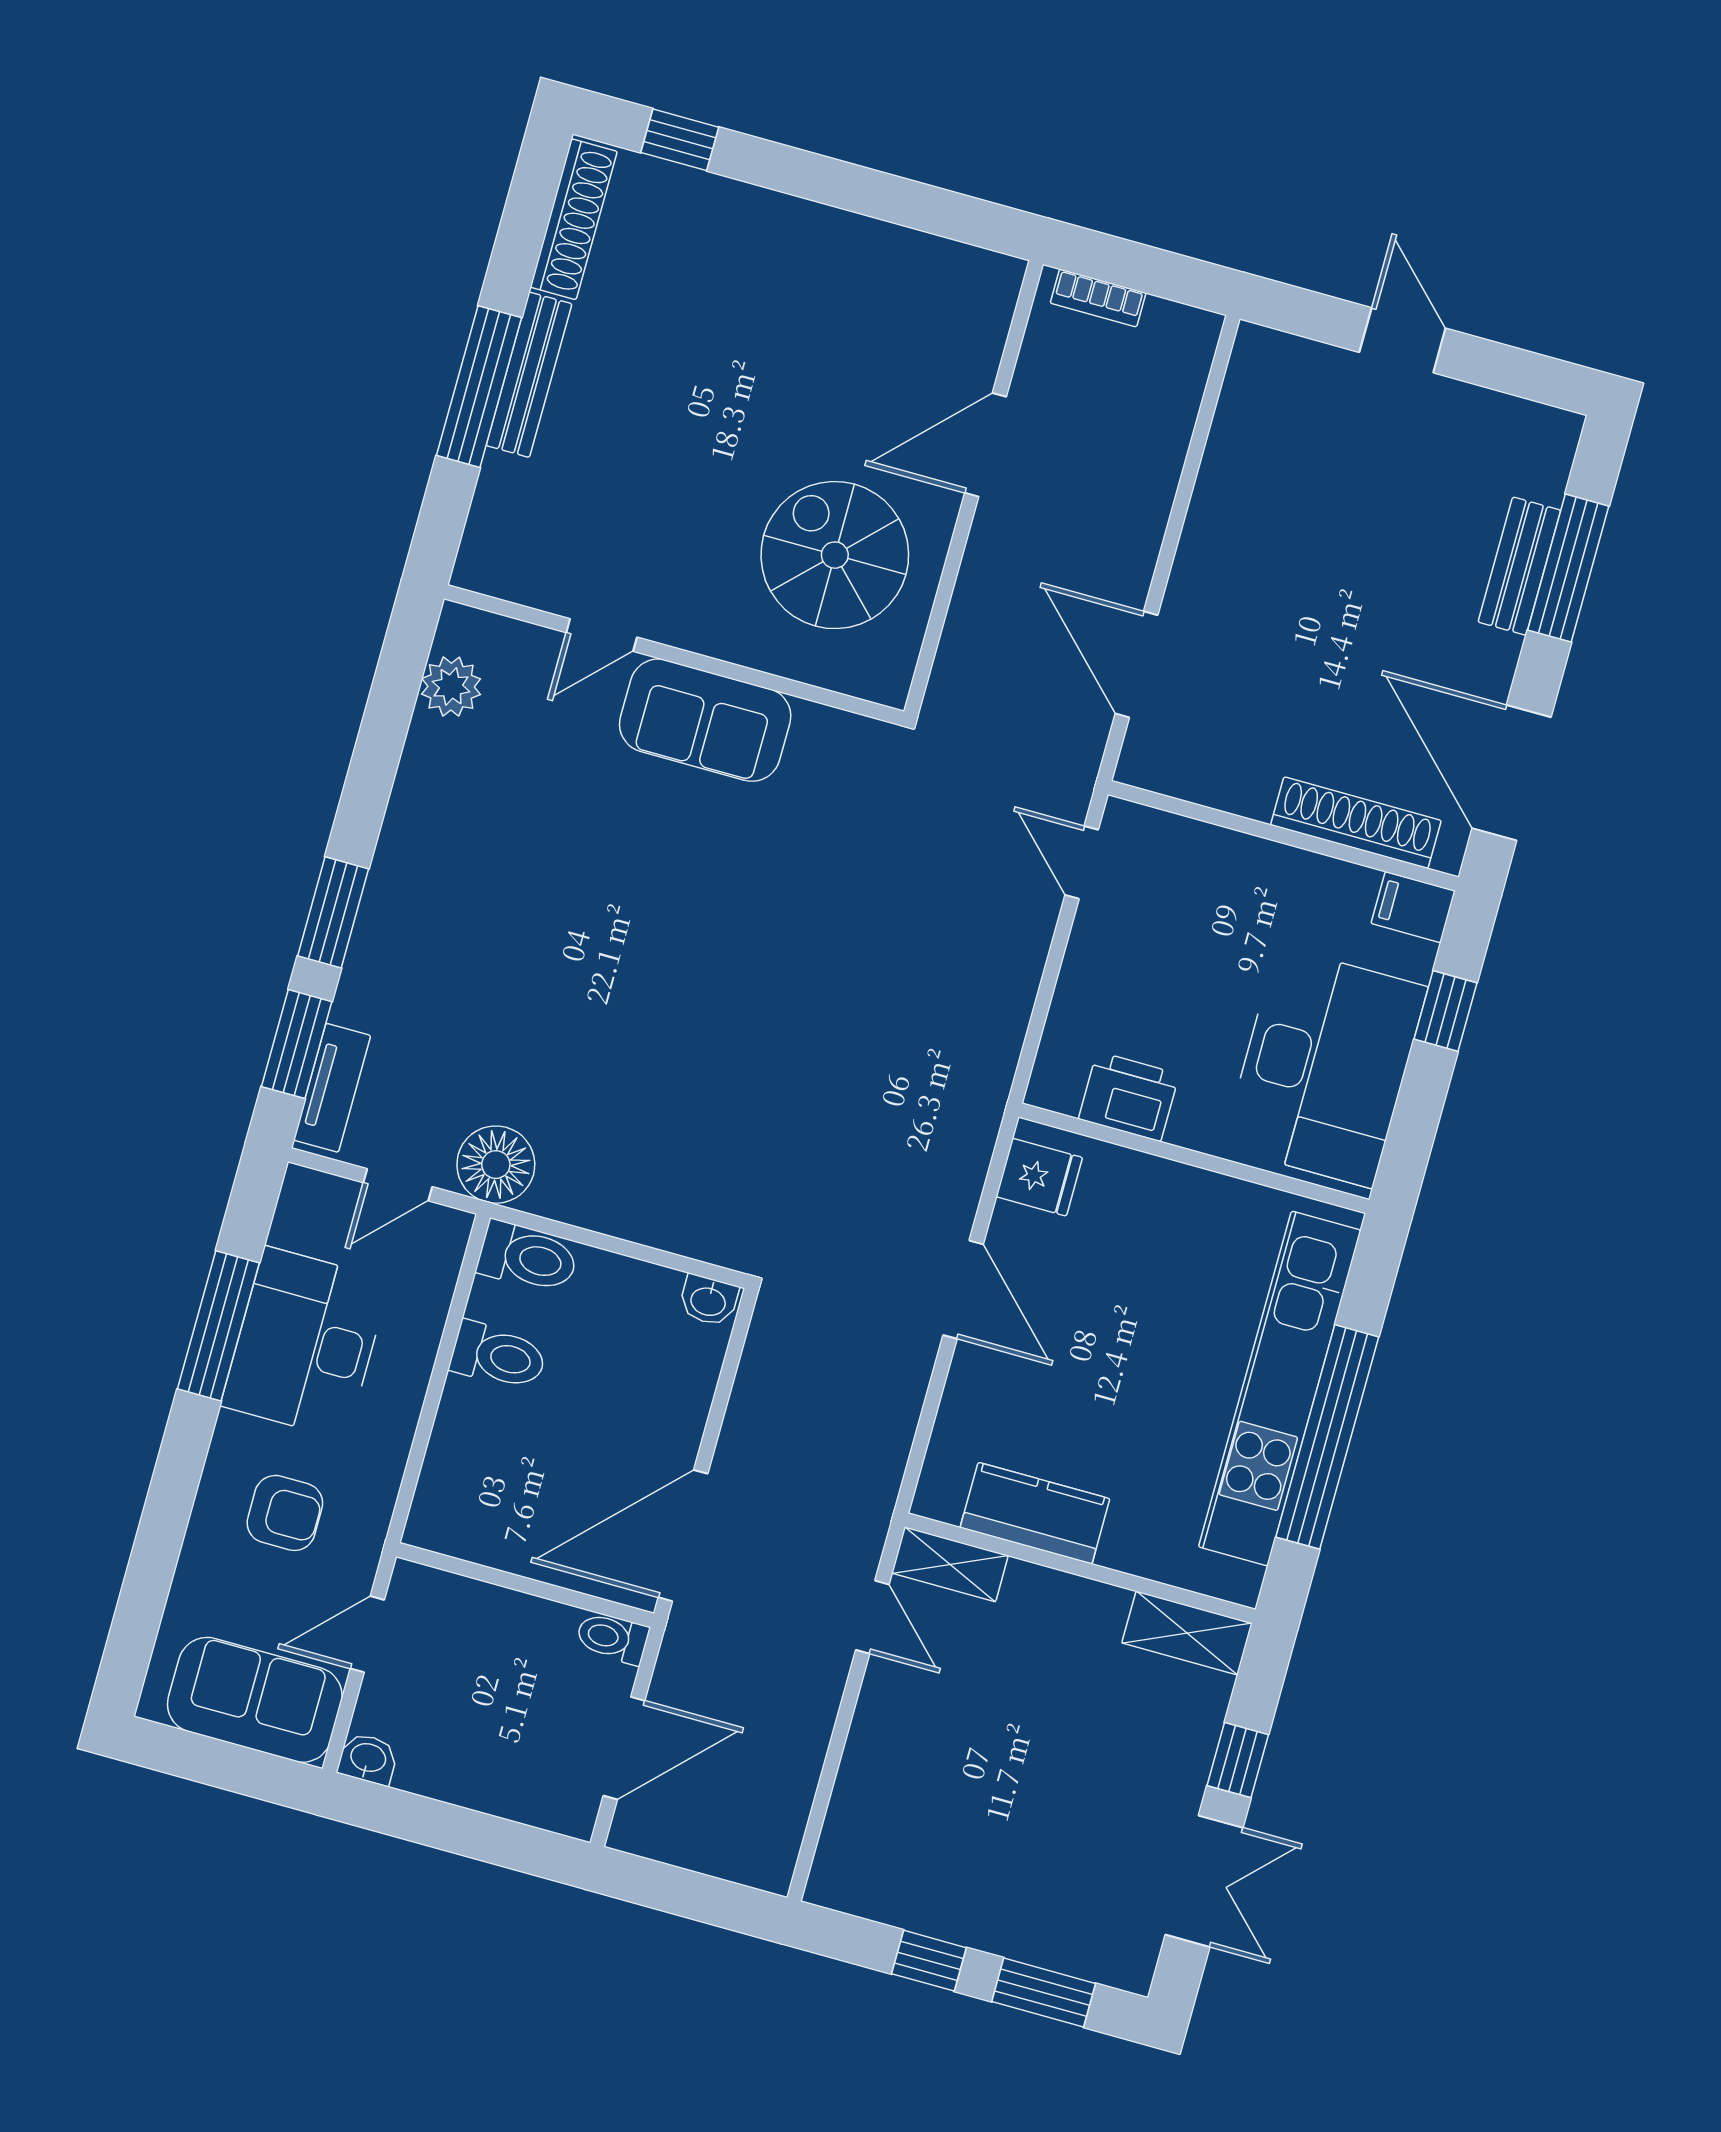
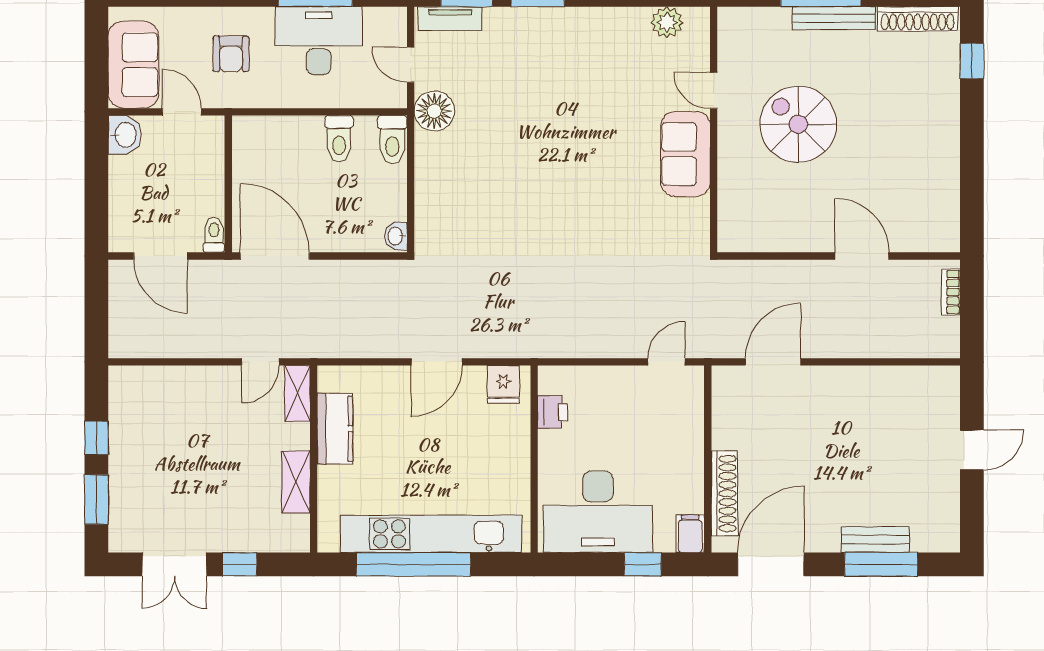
spiral stairs: (835, 555) -> (798, 124), moved, turned -90
printer: (1129, 1096) -> (553, 412), width x0.73, depth x0.81
shelving: (1187, 1633) -> (296, 482), moved
washbasin: (368, 1759) -> (125, 135), width x1.38, depth x1.45

